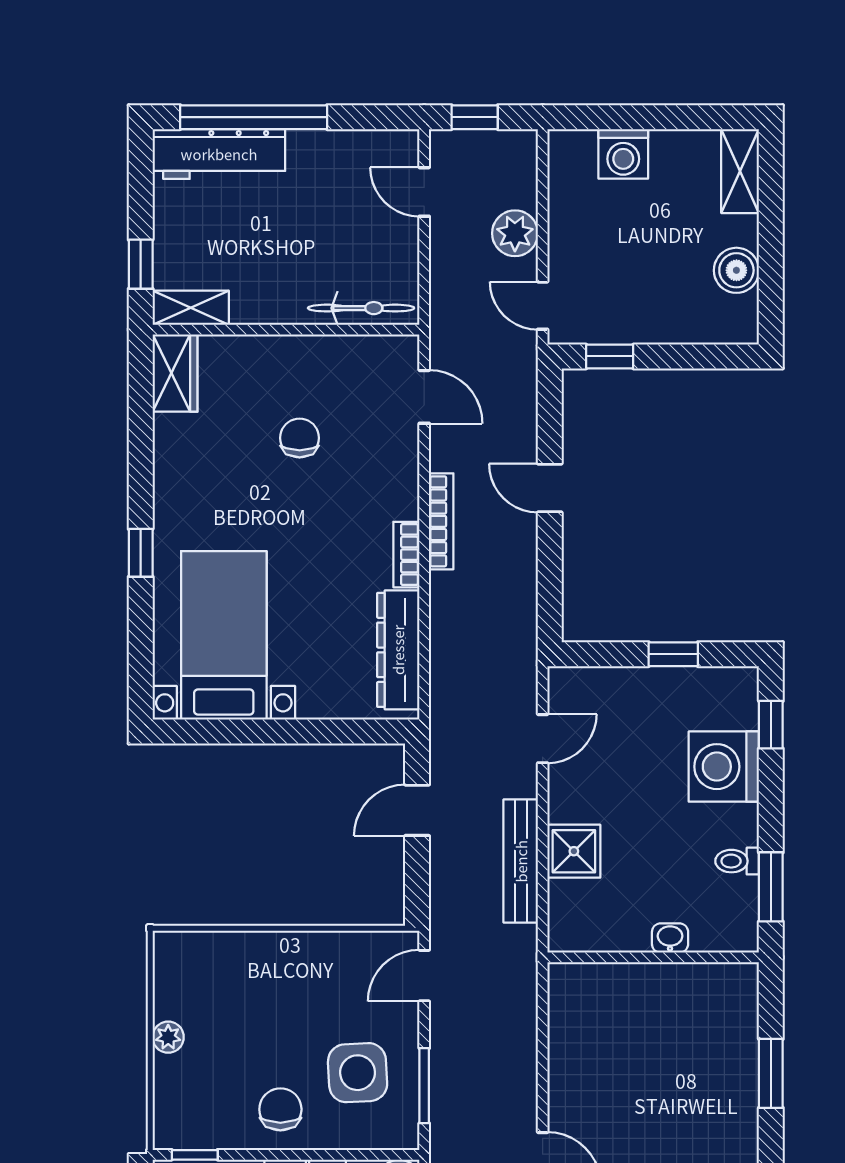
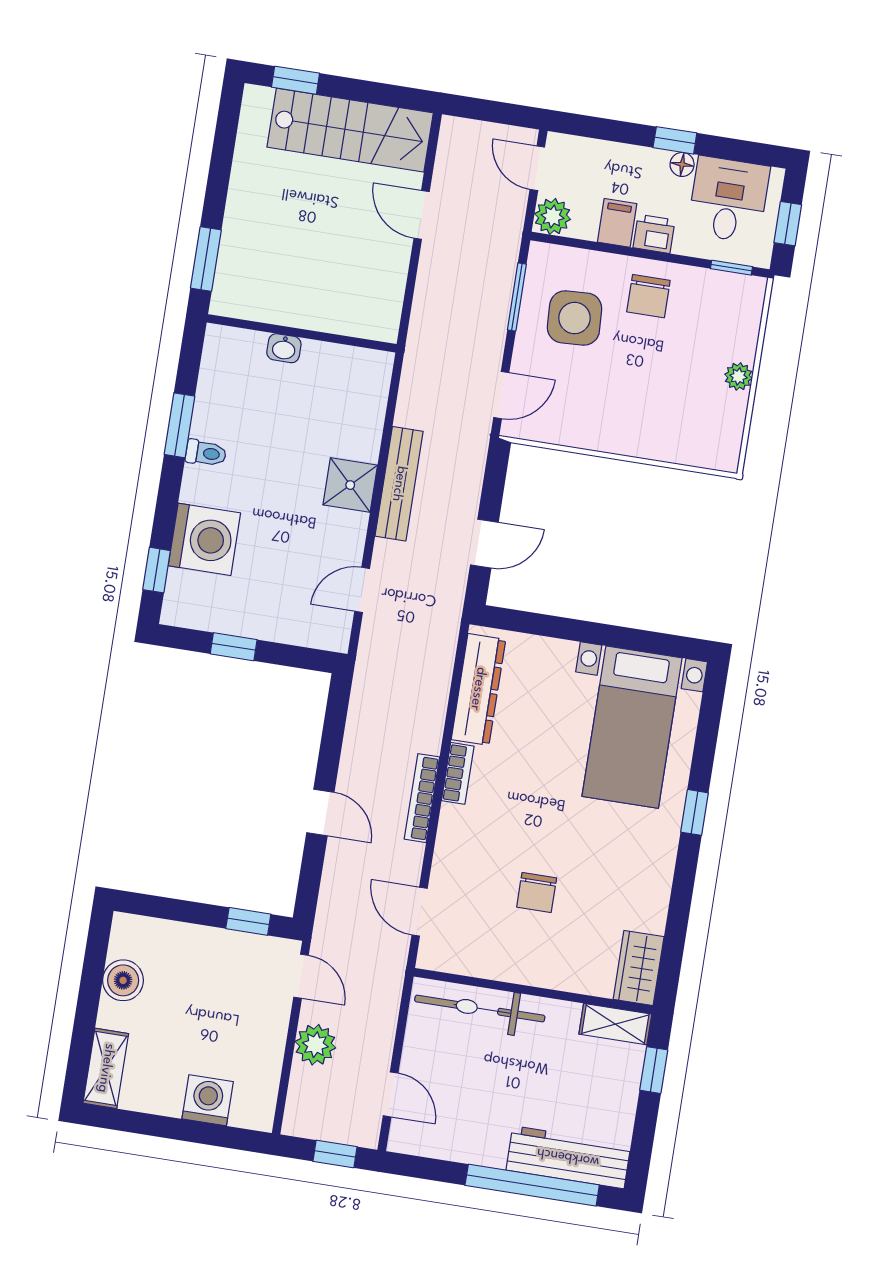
bicycle: (361, 308) -> (480, 1009), width x1.37, depth x1.40
washbasin: (670, 938) -> (284, 348), moved
wall: (653, 957) -> (302, 333), moved

